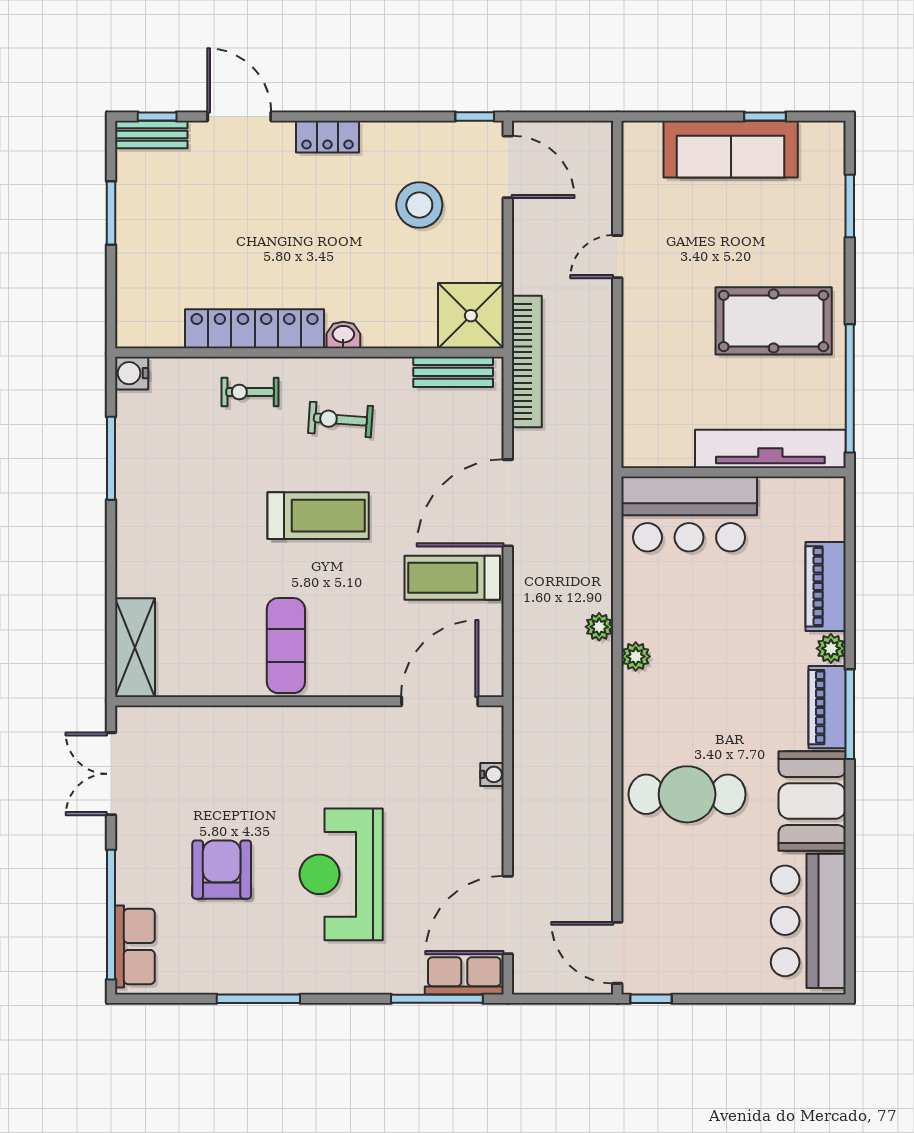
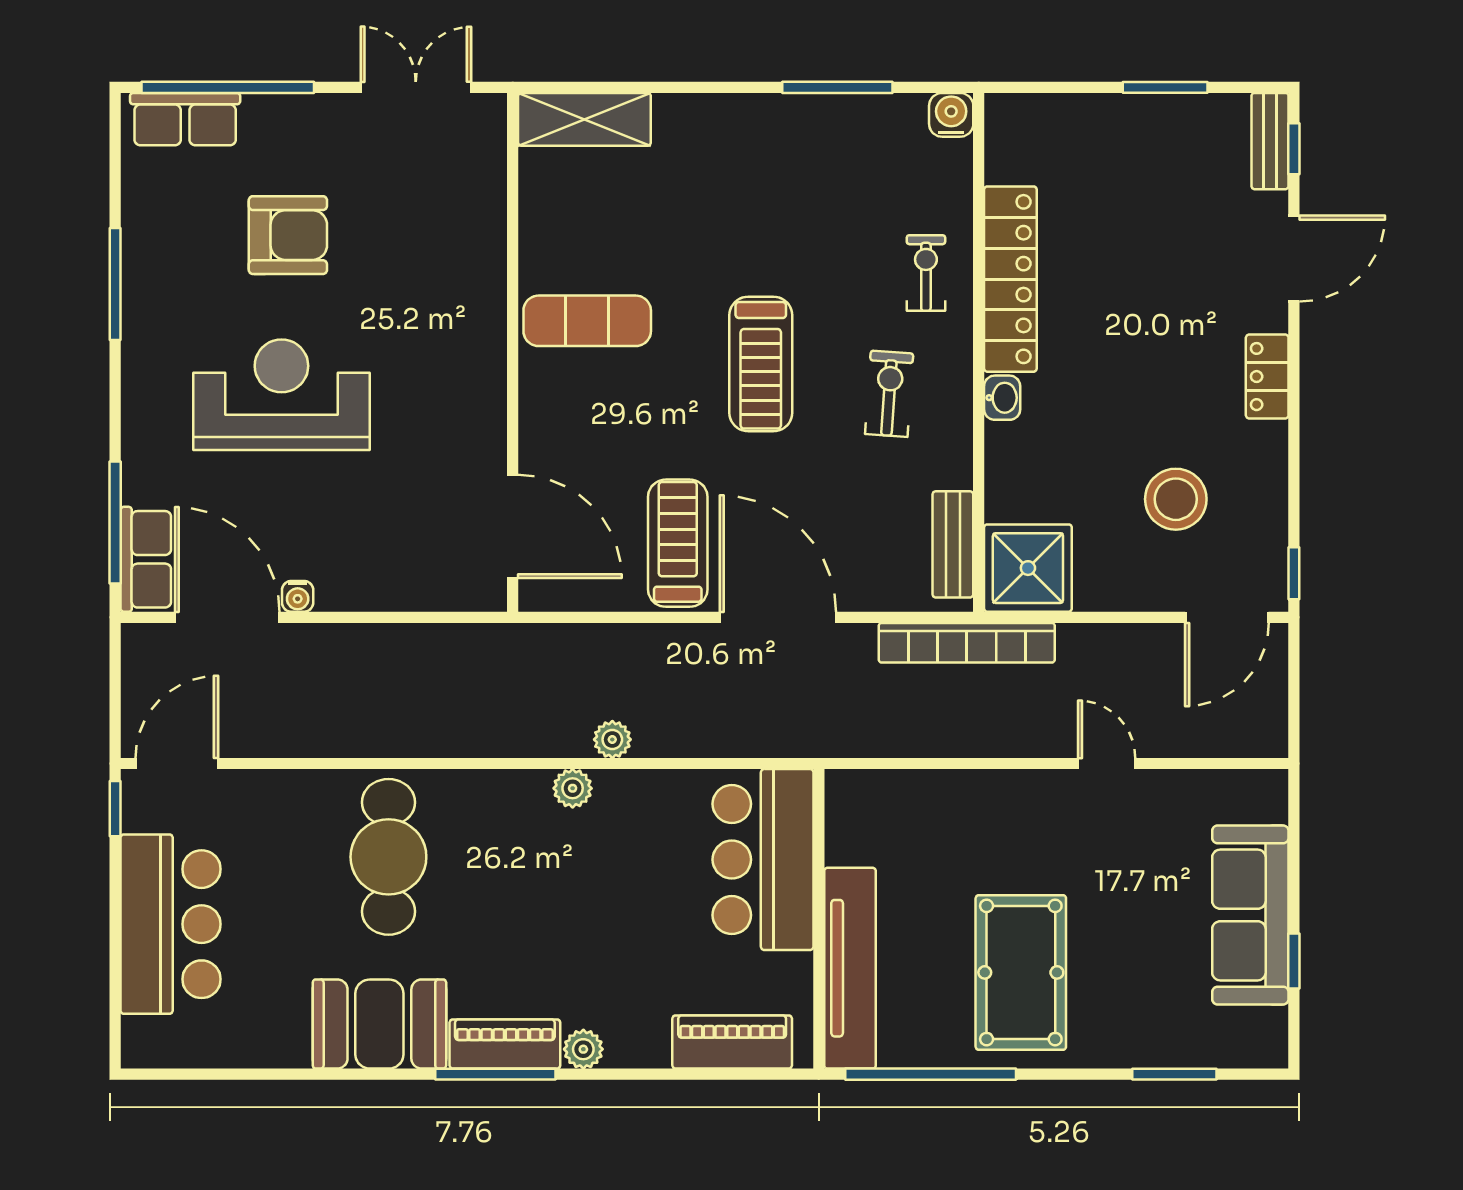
piano: (826, 586) -> (732, 1042), moved
water cooler: (492, 774) -> (298, 596), moved
bar counter: (808, 921) -> (171, 924), moved, turned 90

